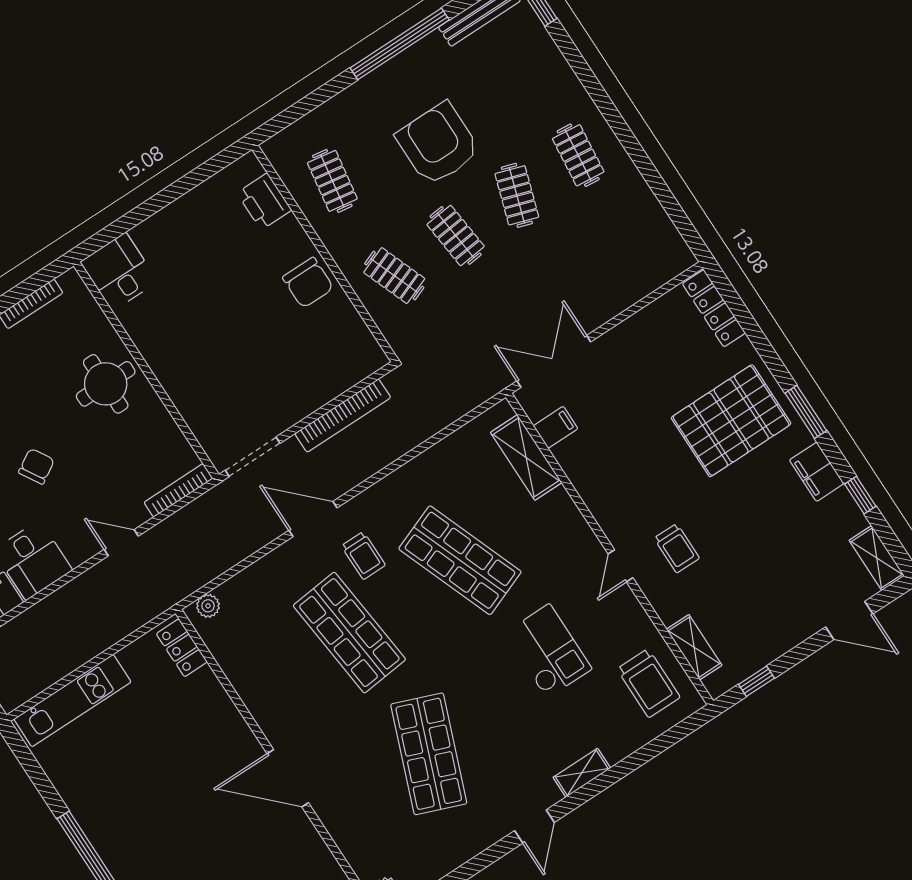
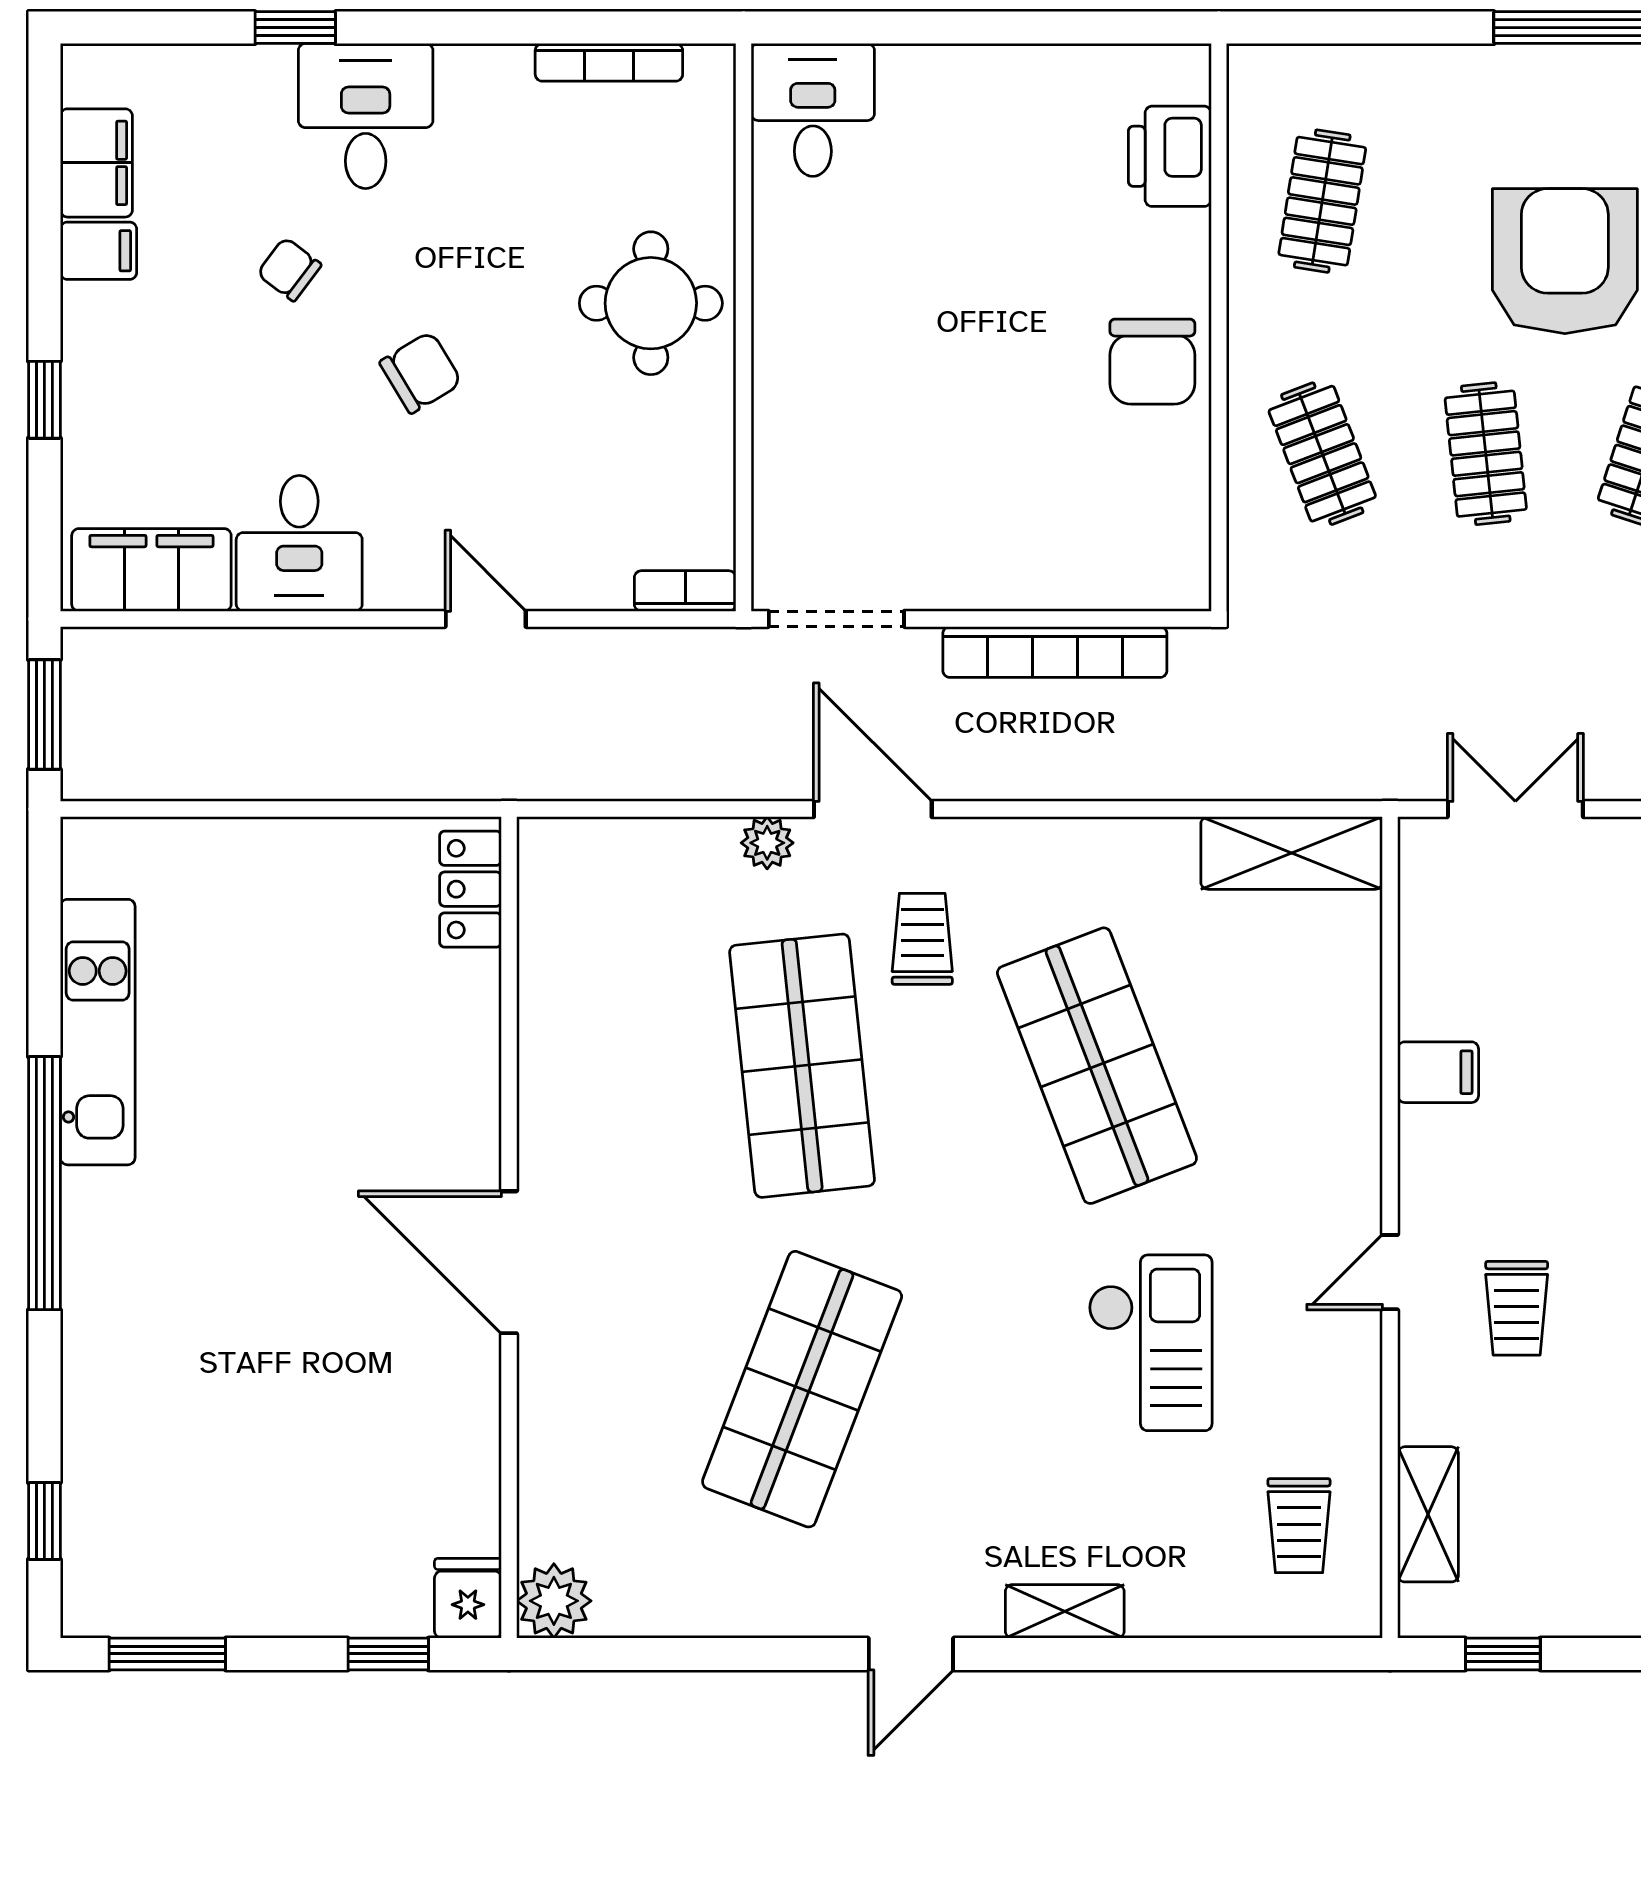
double door: (554, 361) -> (1515, 809), width x0.73
filing cabinet: (556, 427) -> (1438, 1072), moved
shelving: (526, 458) -> (1292, 853), moved, turned 90
bookcase: (178, 490) -> (685, 591), width x0.64
trolley: (363, 556) -> (922, 939), turned 180
plant: (208, 606) -> (767, 843), moved
trolley: (649, 683) -> (1299, 1526), width x0.73, depth x0.72
kitchen unit: (72, 701) -> (98, 1032), moved, turned -90

